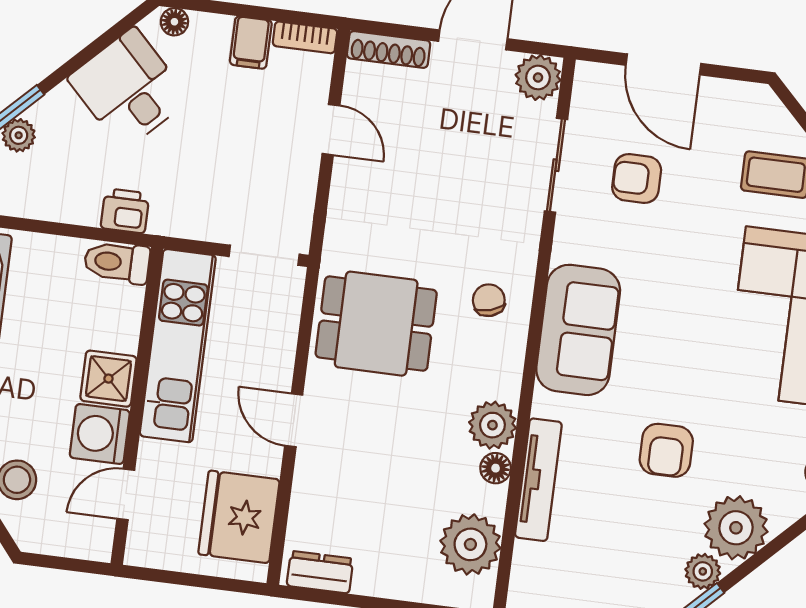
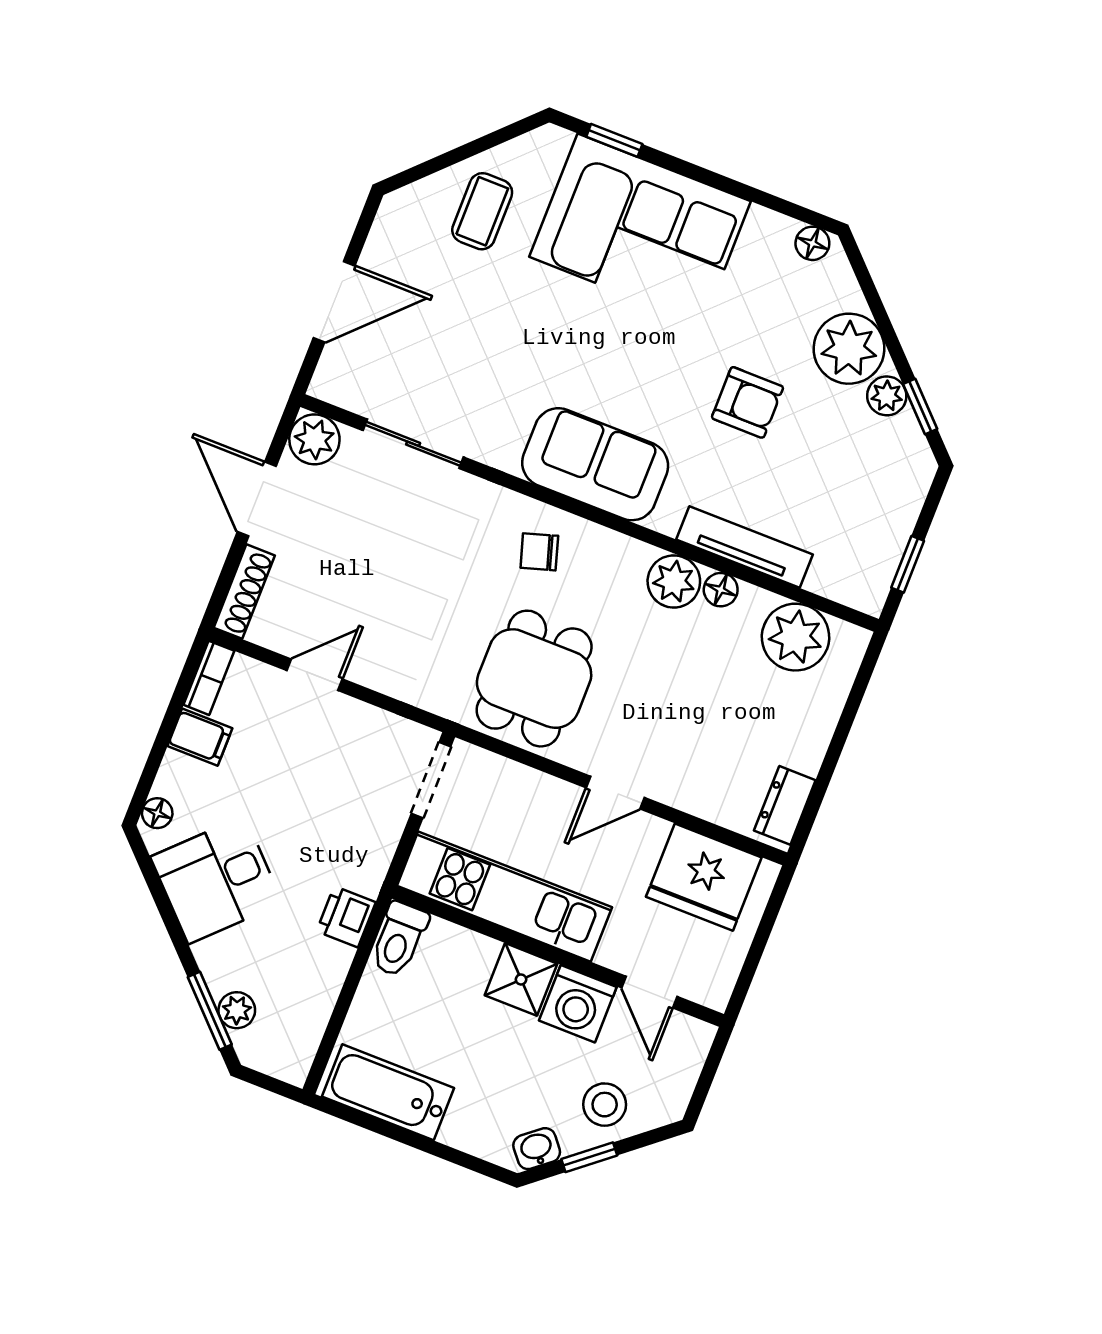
armchair: (637, 179) -> (449, 361), removed

